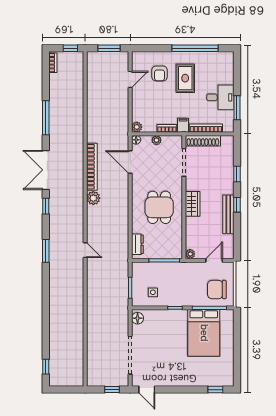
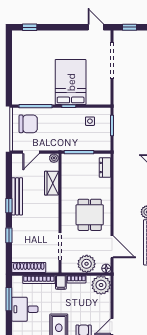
plant: (137, 127) -> (101, 285), width x1.88, depth x1.88
plant: (156, 140) -> (87, 264), width x1.88, depth x1.88
shoe rack: (203, 141) -> (29, 267), moved
wardrobe: (193, 204) -> (52, 183), moved
dining table: (159, 207) -> (90, 215), moved
floor lamp: (138, 318) -> (105, 96), removed
bed: (204, 333) -> (71, 82), moved

